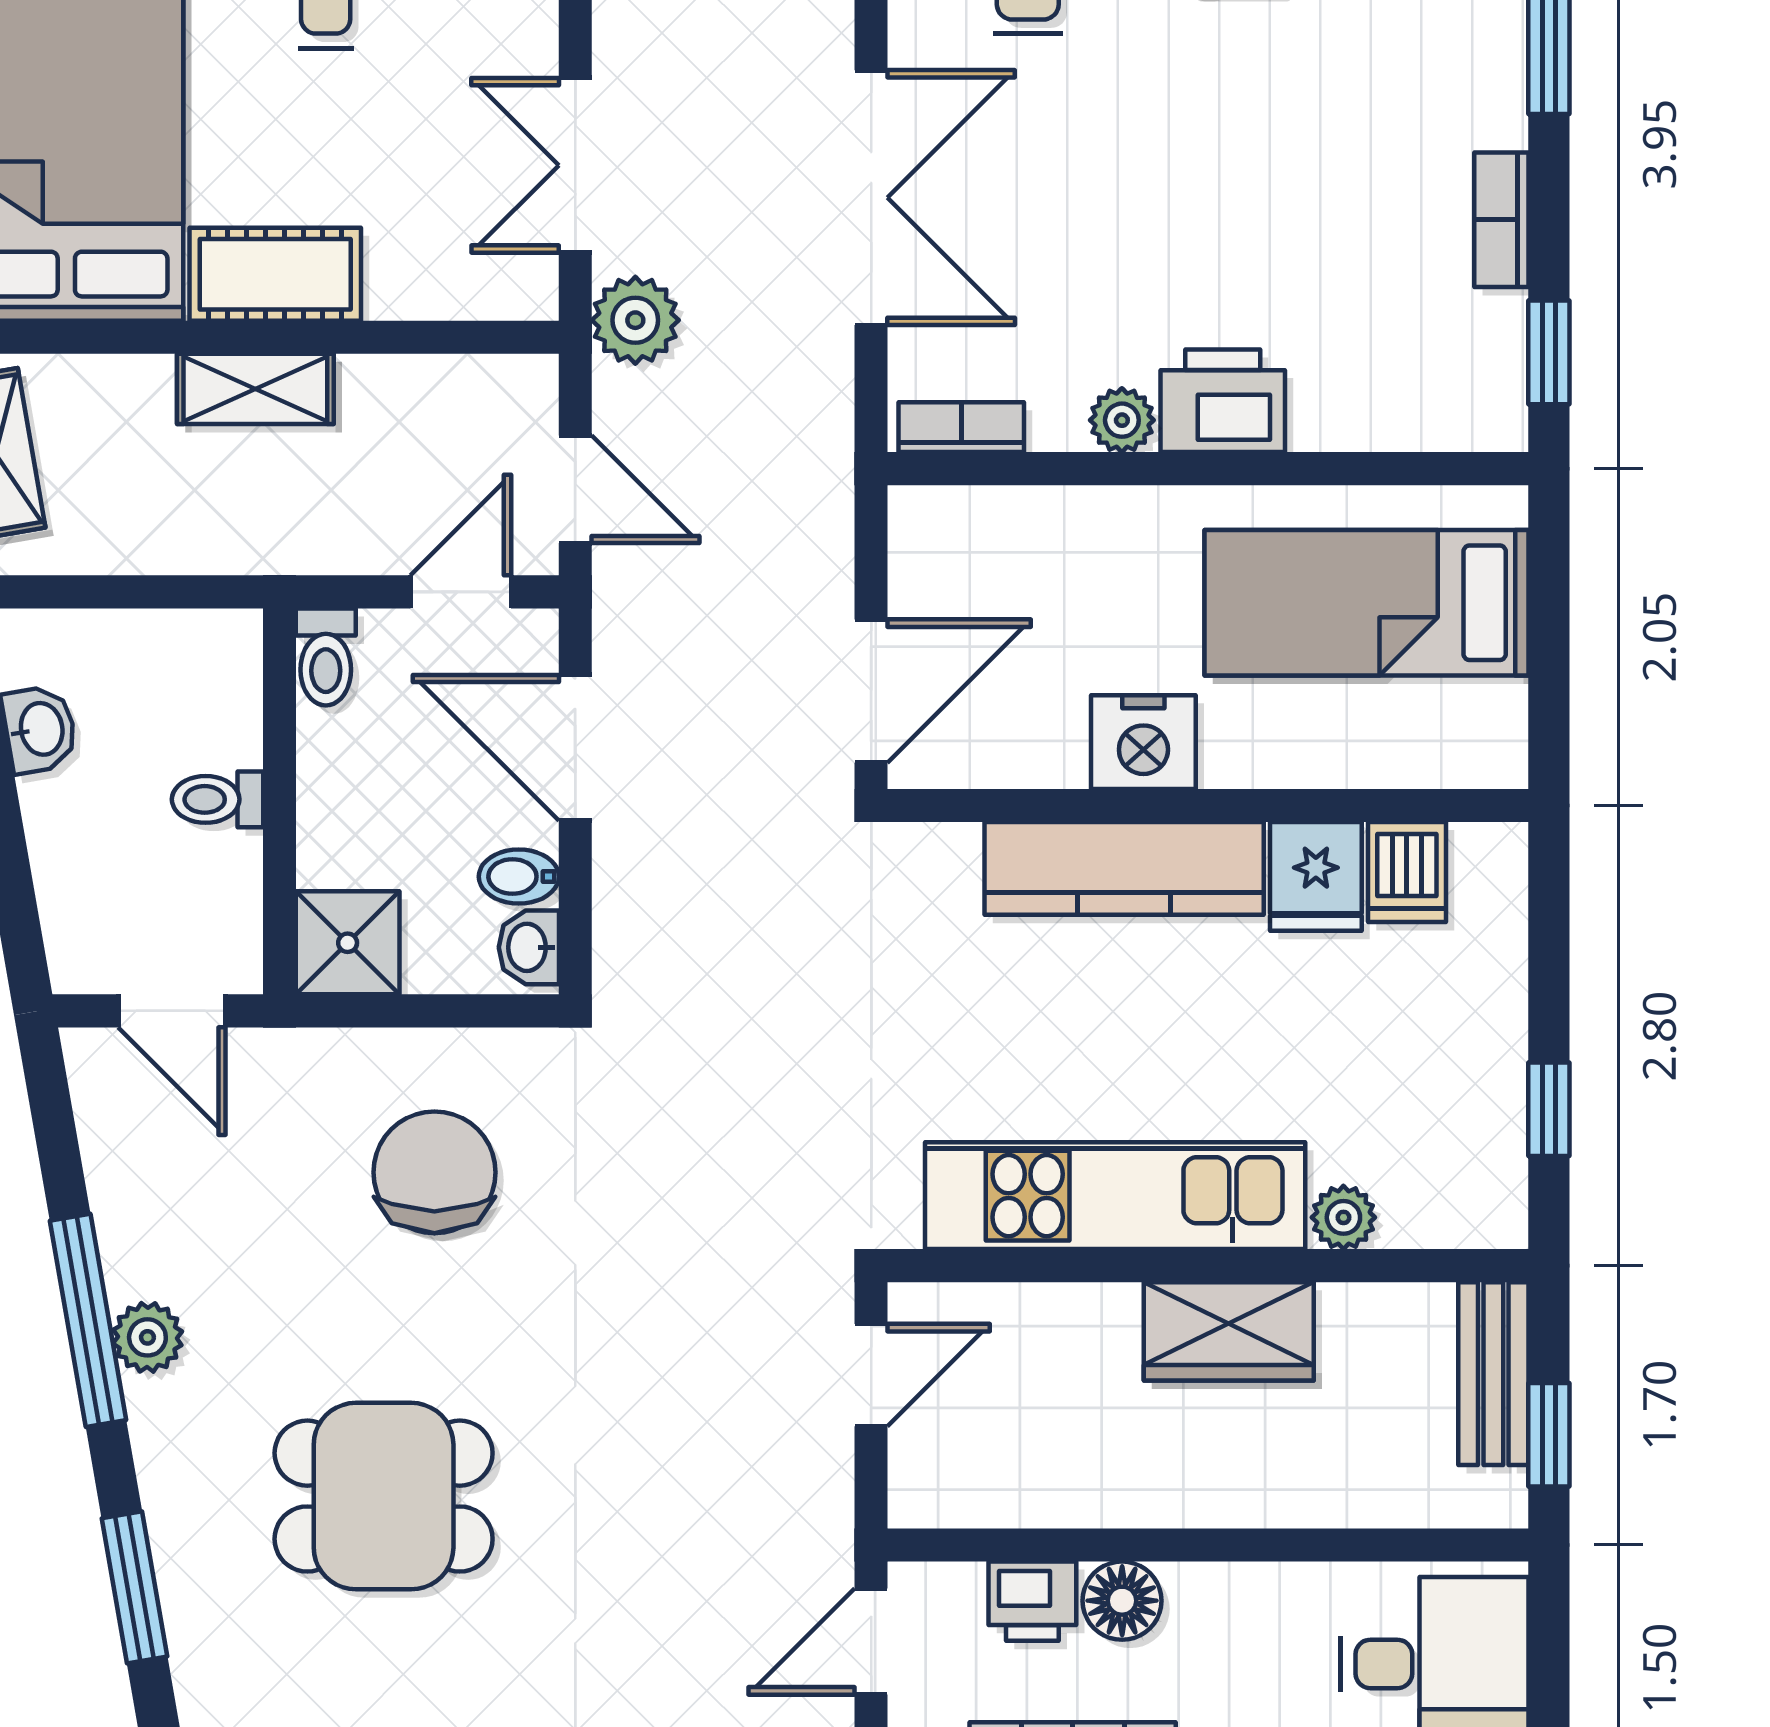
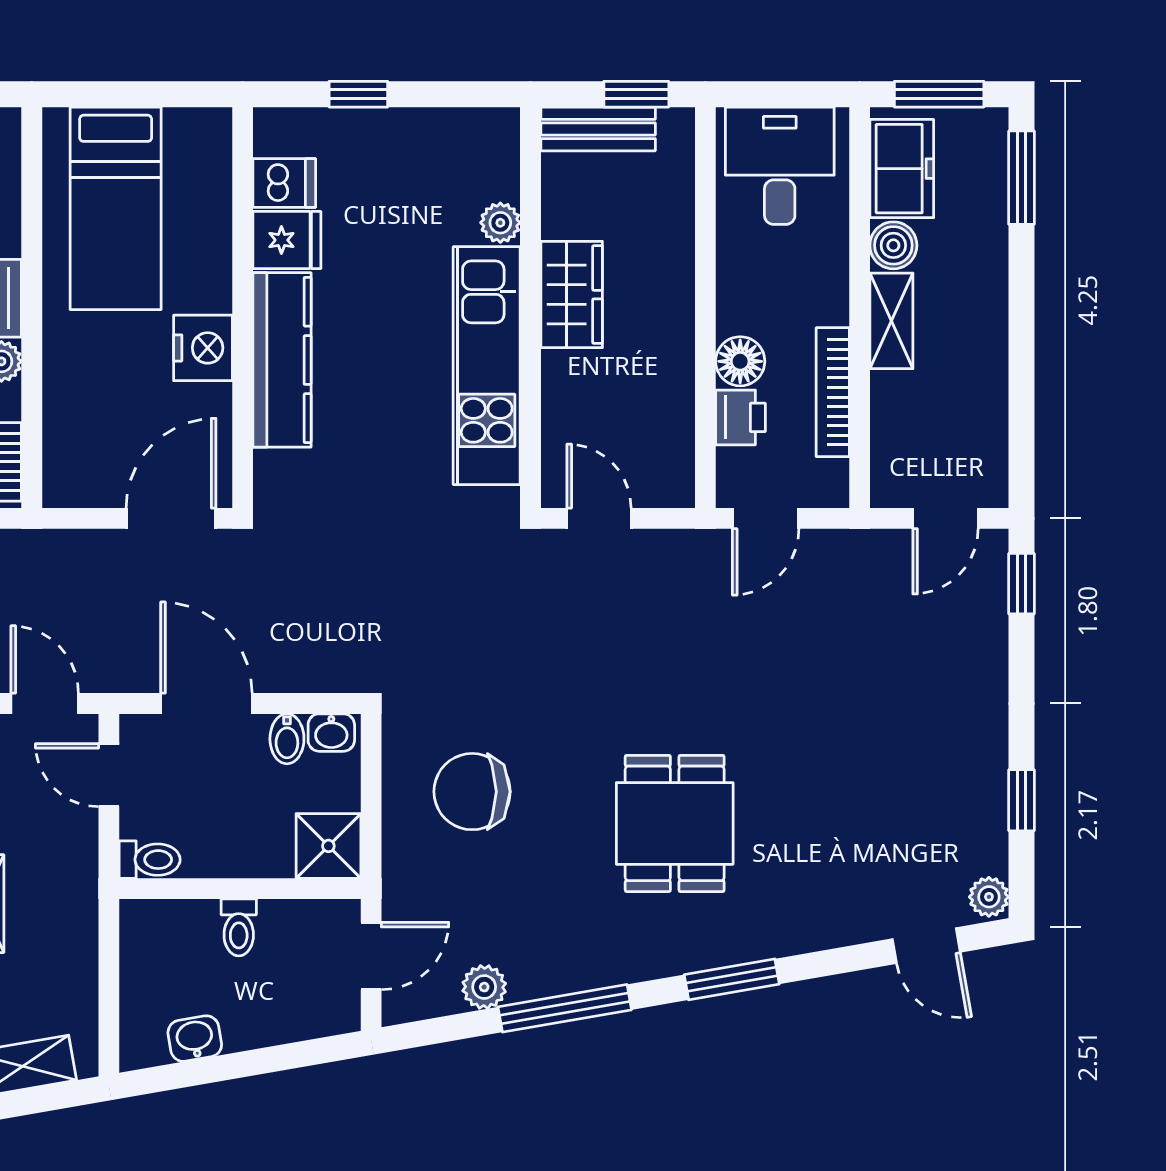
door: (575, 489) -> (45, 703), hinge flipped
door: (871, 691) -> (171, 518), hinge flipped
door: (575, 748) -> (206, 703), swing flipped
window: (1549, 1109) -> (358, 94), moved
plant: (147, 1337) -> (484, 987), moved
door: (871, 1641) -> (766, 518), hinge flipped

